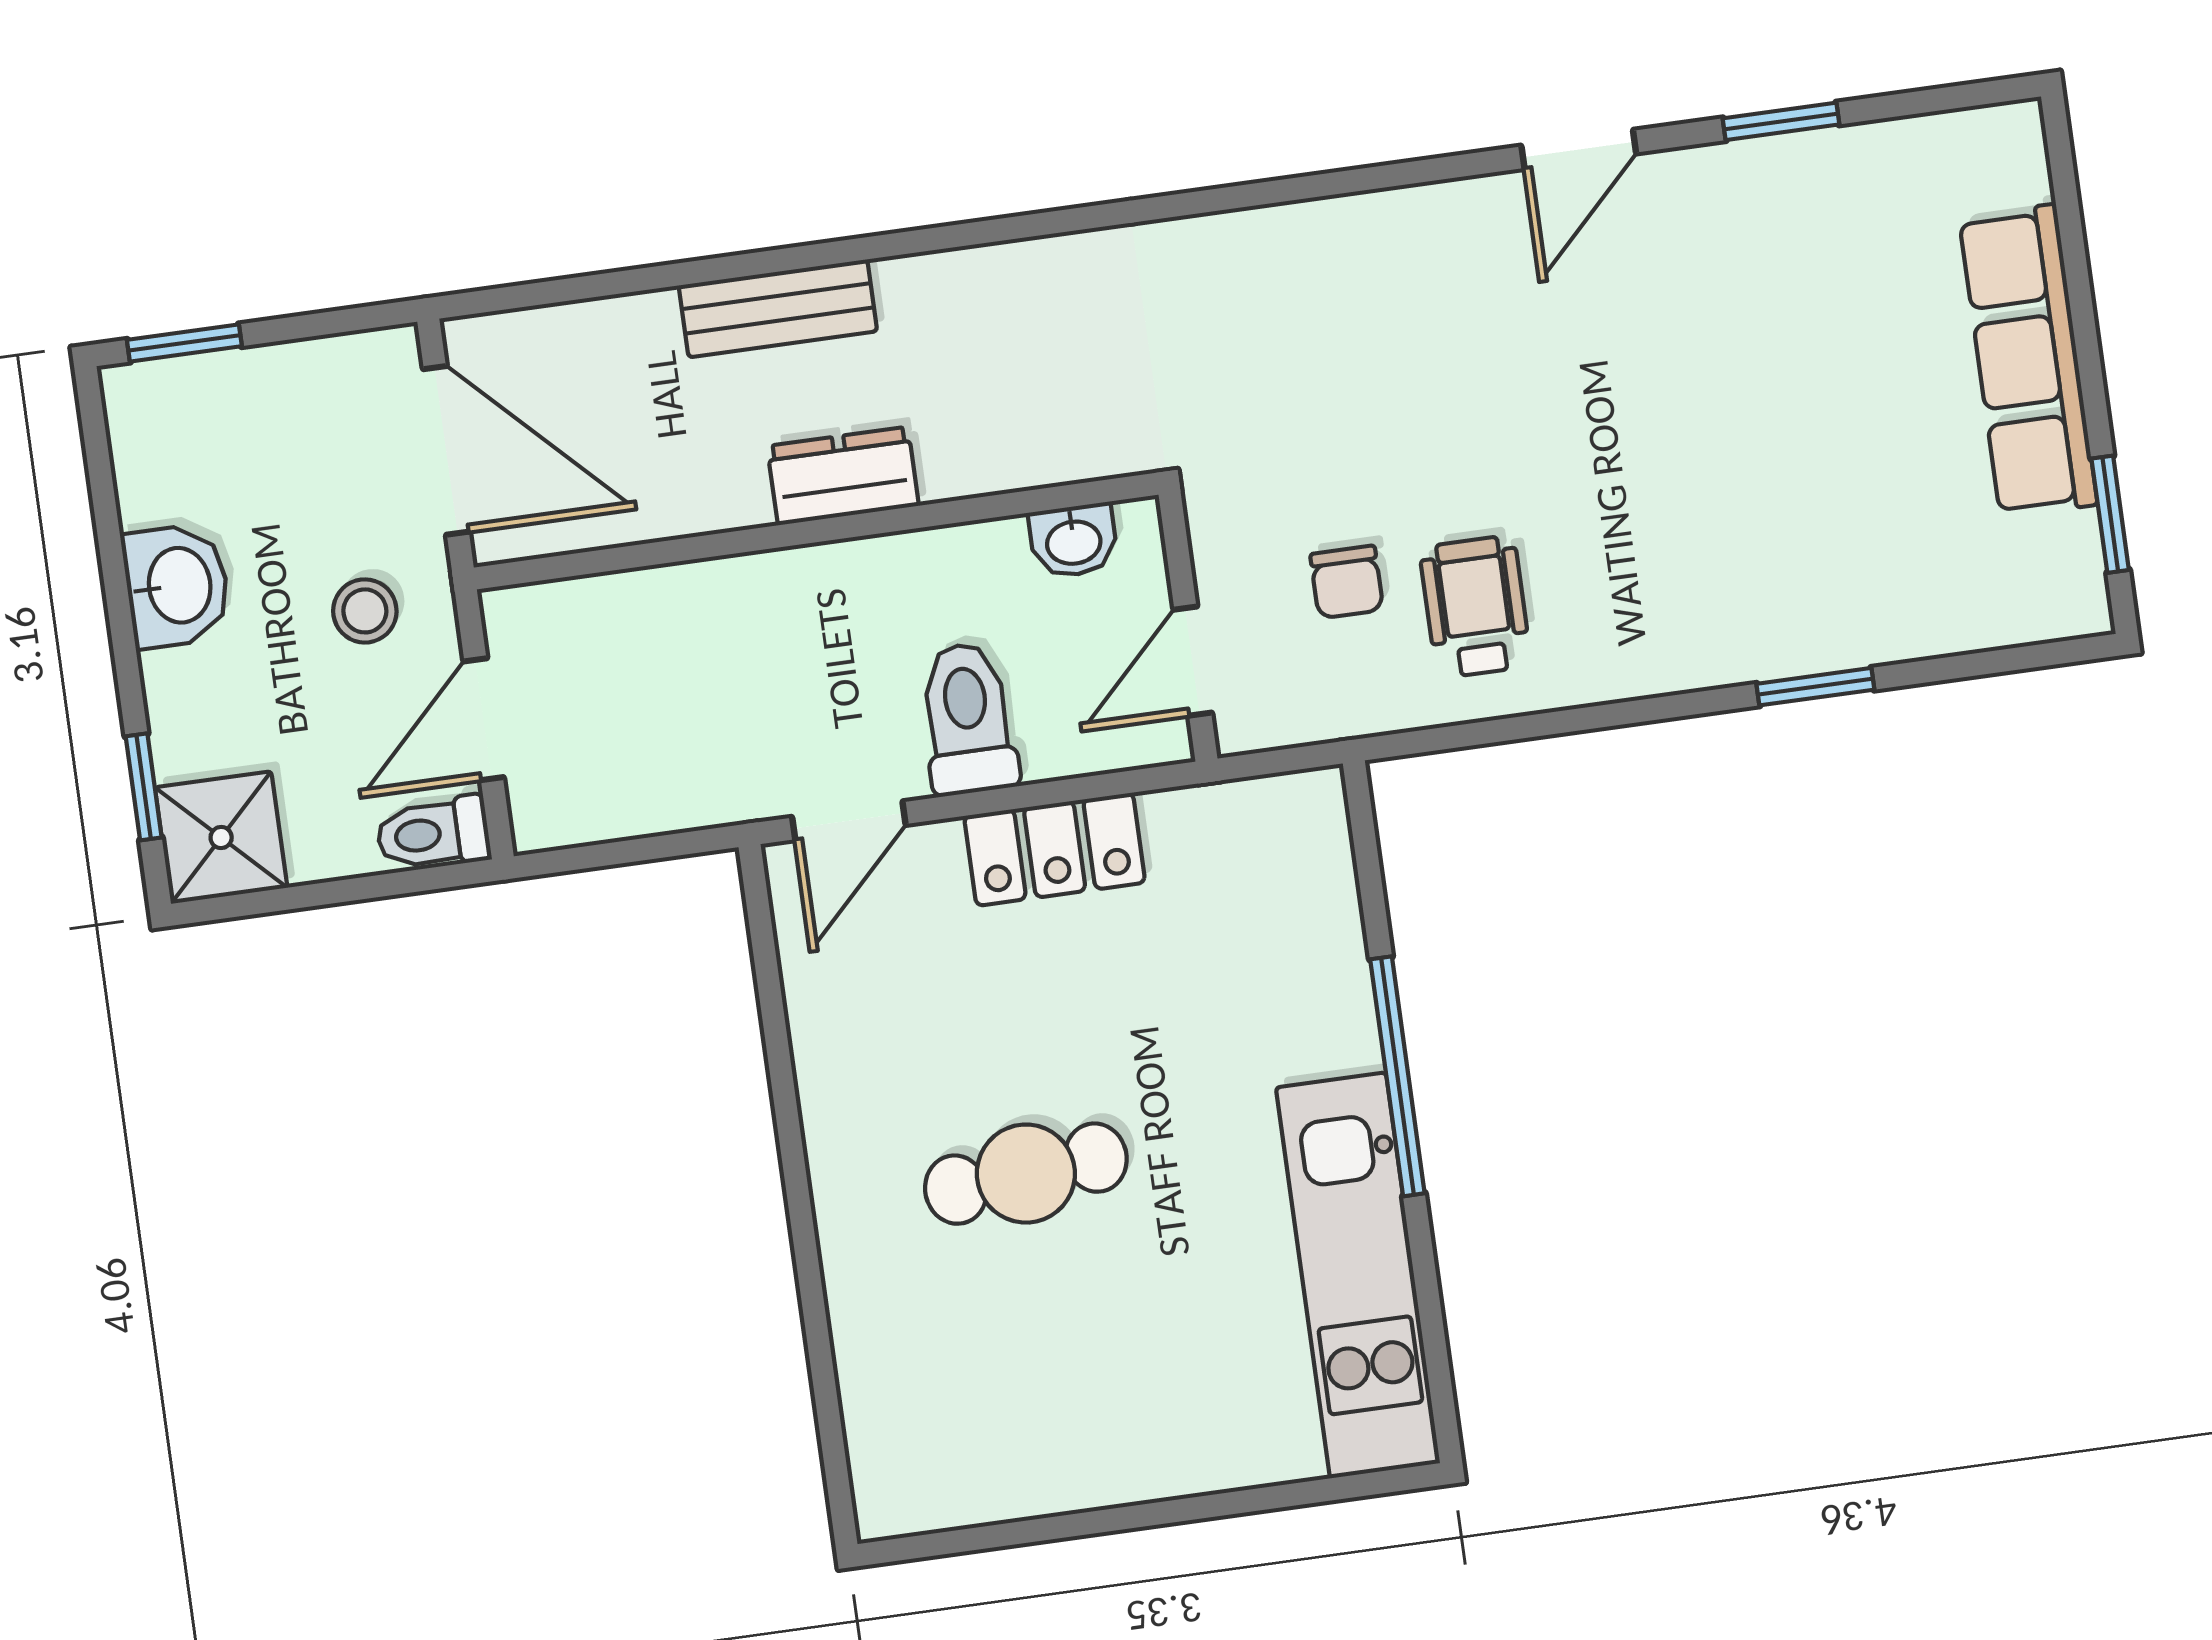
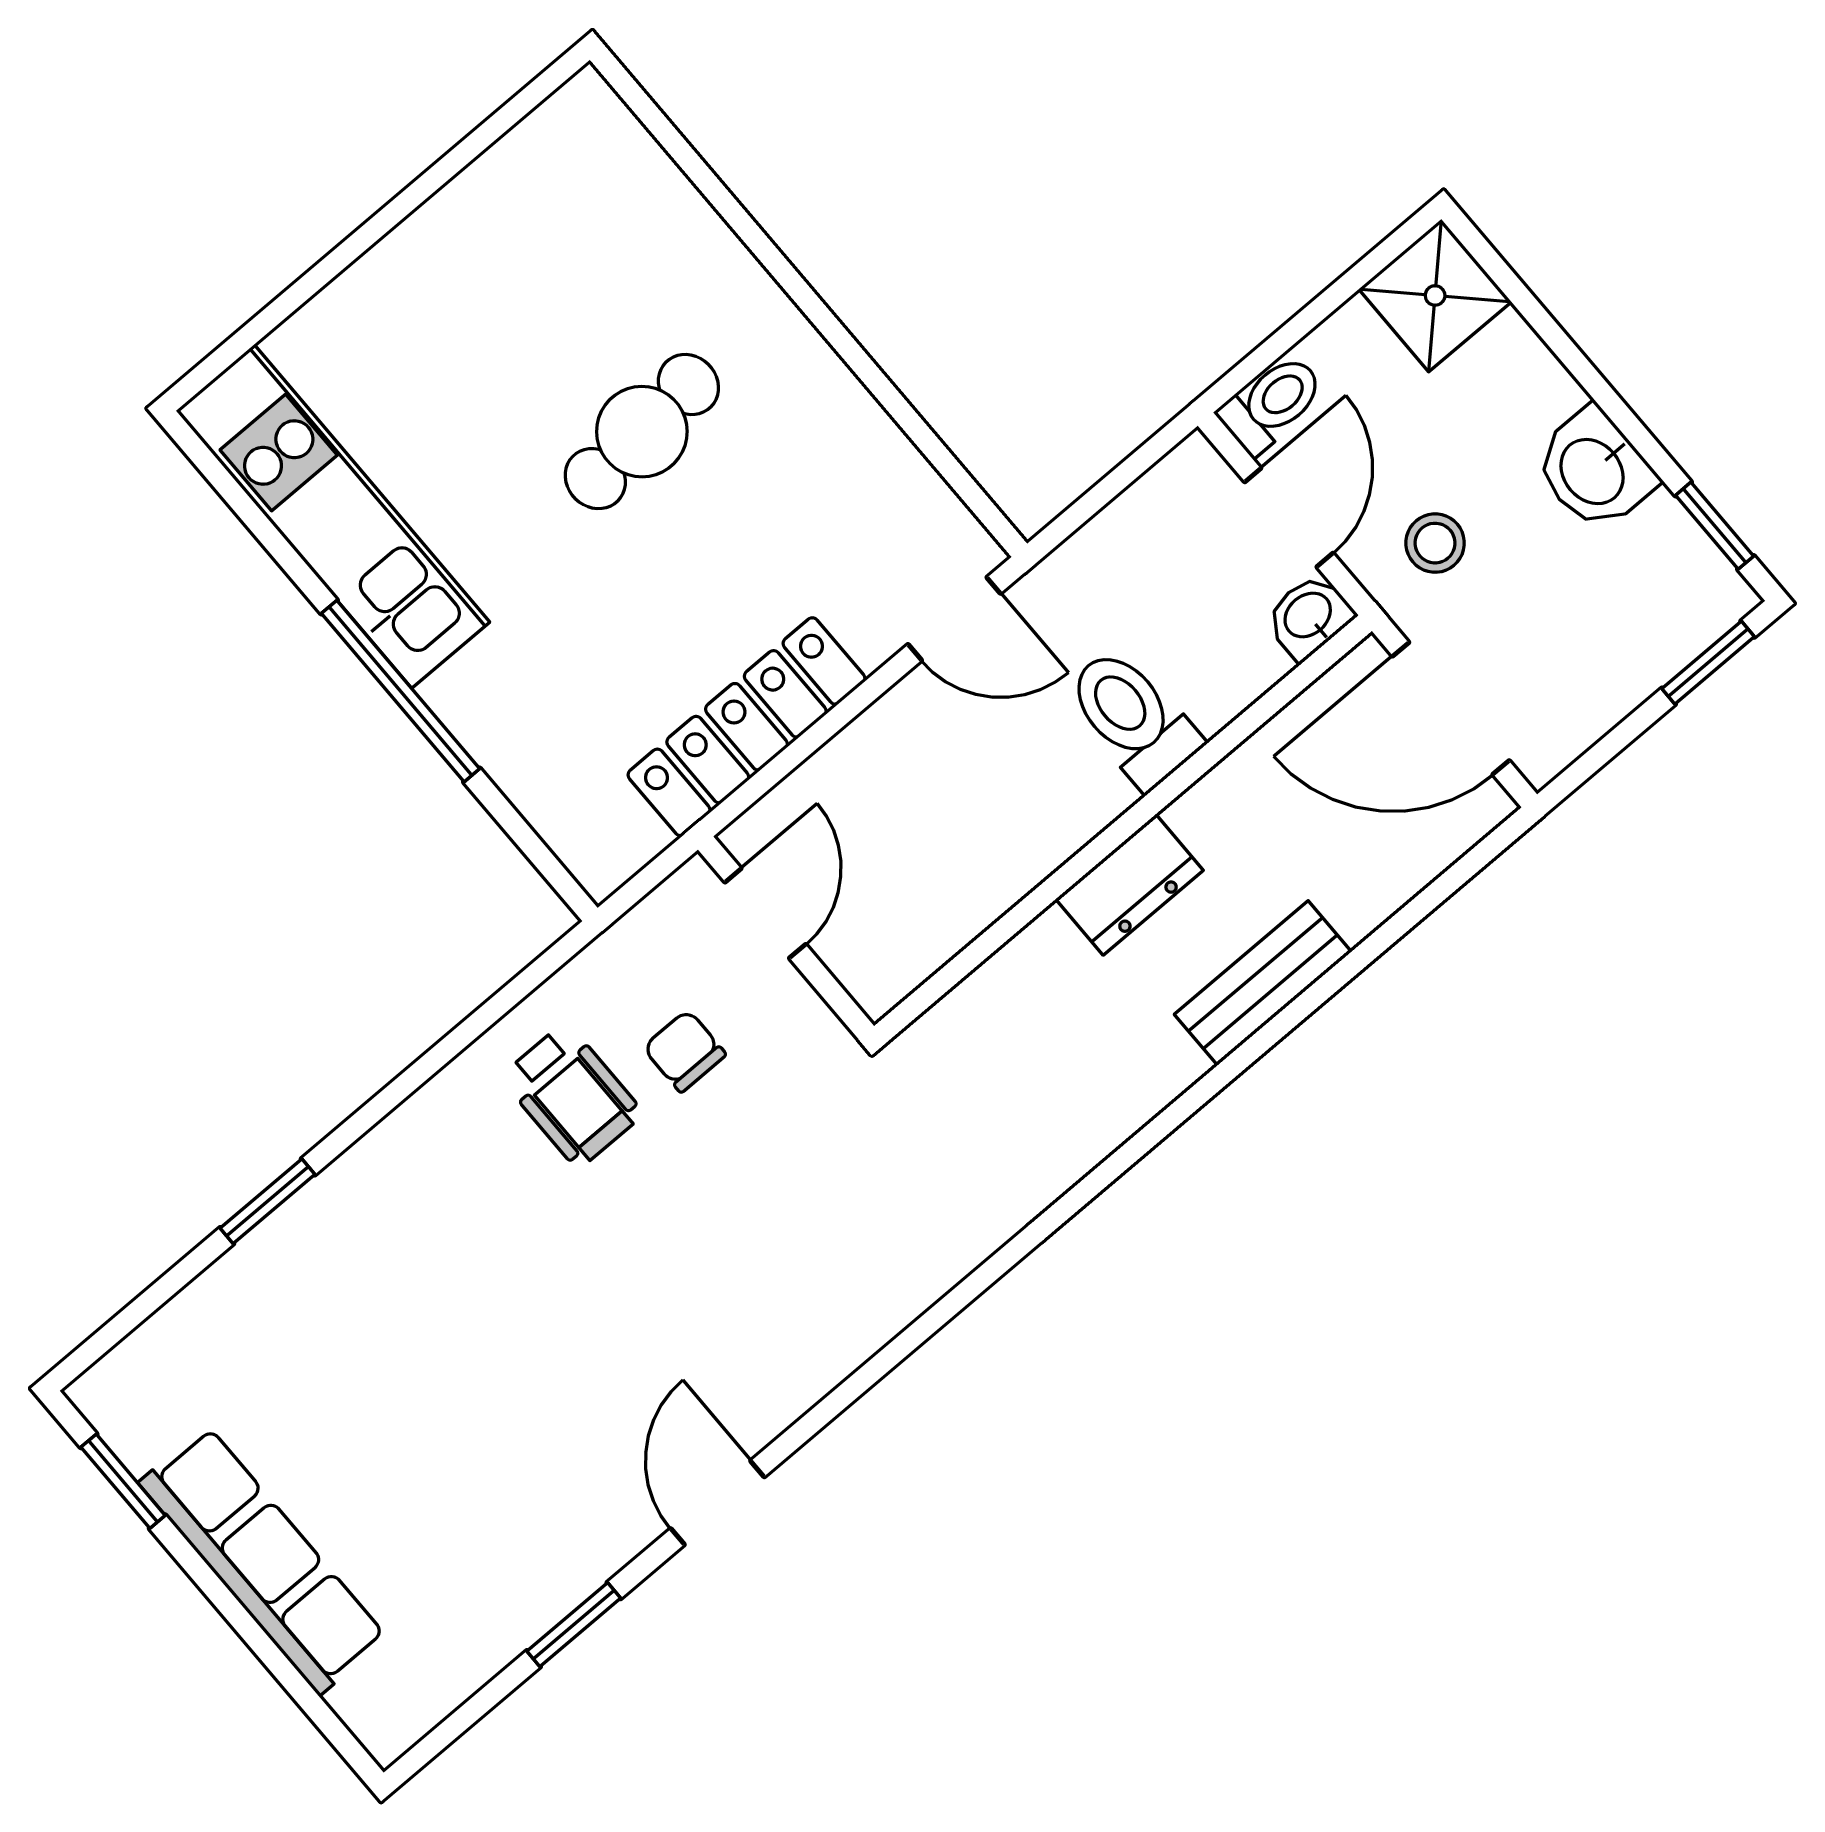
washbasin: (1073, 541) -> (1309, 616), moved
toilet: (968, 719) -> (1133, 718), moved, turned 180
window: (144, 787) -> (1715, 526), moved
door: (849, 821) -> (954, 619), swing flipped
locker: (1055, 849) -> (746, 727), width x1.53

